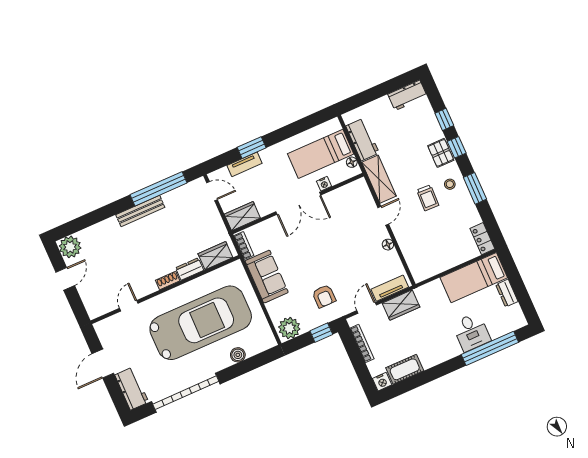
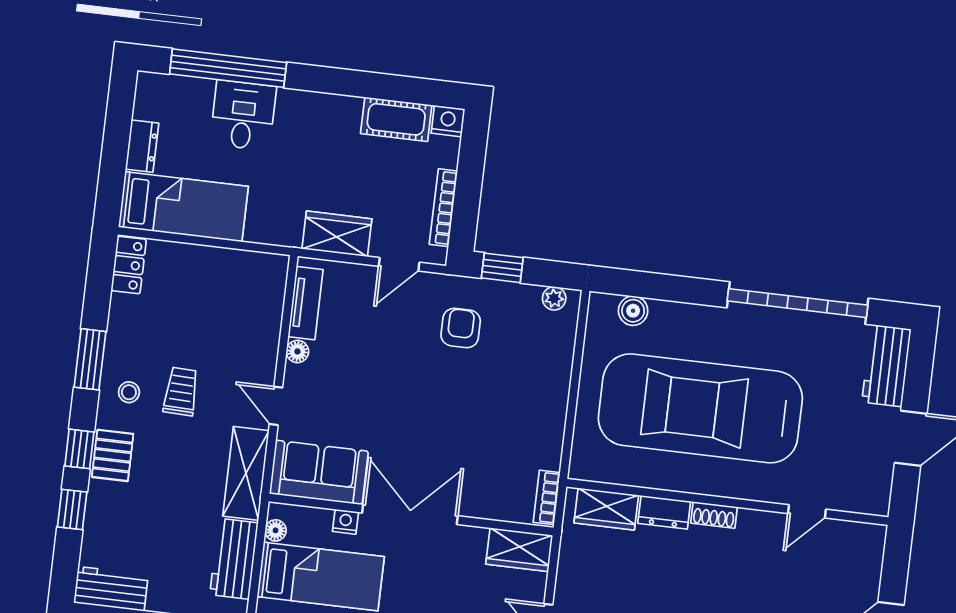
door: (383, 216) -> (276, 406), hinge flipped
sofa: (267, 277) -> (319, 473), moved, turned 90
tv unit: (390, 288) -> (306, 303), moved, turned -90
plant: (289, 328) -> (554, 298), width x0.53, depth x0.53
boiler: (238, 355) -> (633, 311), moved

